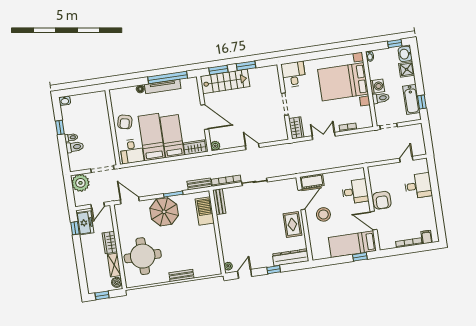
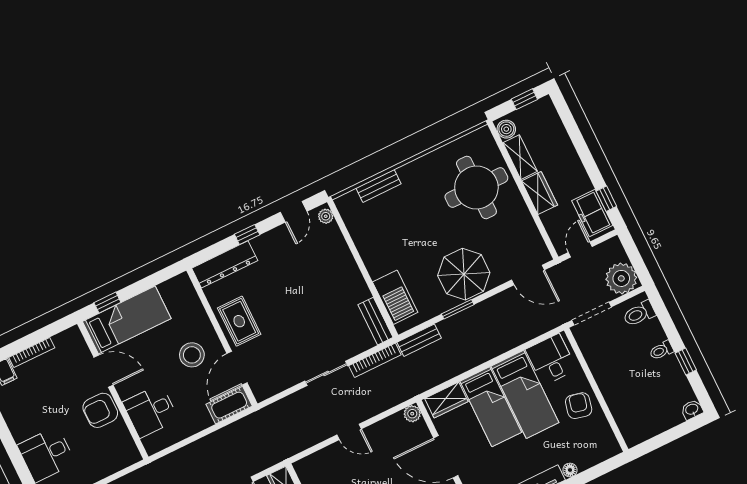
toilet: (75, 147) -> (639, 314), moved
armchair: (382, 200) -> (100, 410), turned -90
bench: (181, 275) -> (378, 186), moved

